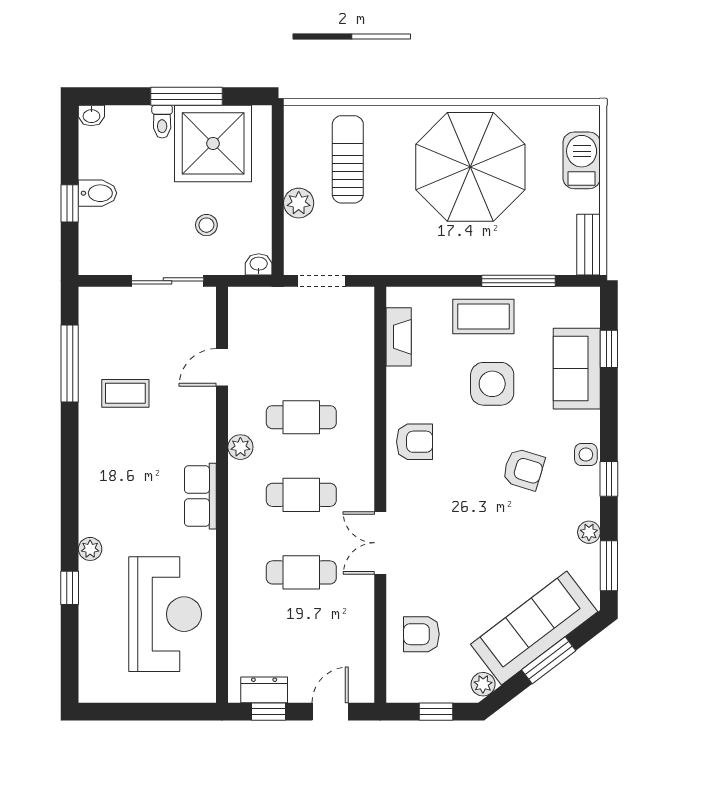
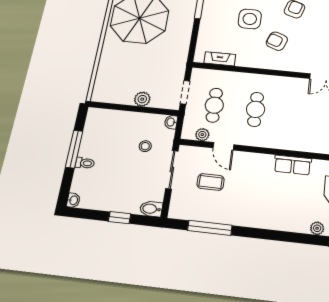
shower: (213, 143) -> (102, 138), removed
sun lounger: (348, 159) -> (124, 73), removed
bidet: (98, 193) -> (151, 209), moved, turned -90
coffee table: (483, 317) -> (215, 20), removed
coffee table: (125, 393) -> (211, 182), moved, turned 90
armchair: (415, 442) -> (277, 41), moved, turned -69
plant: (240, 447) -> (202, 135), moved
cafe table: (301, 495) -> (214, 105), moved

